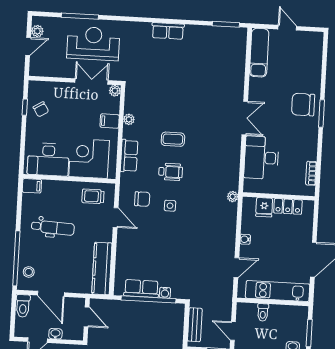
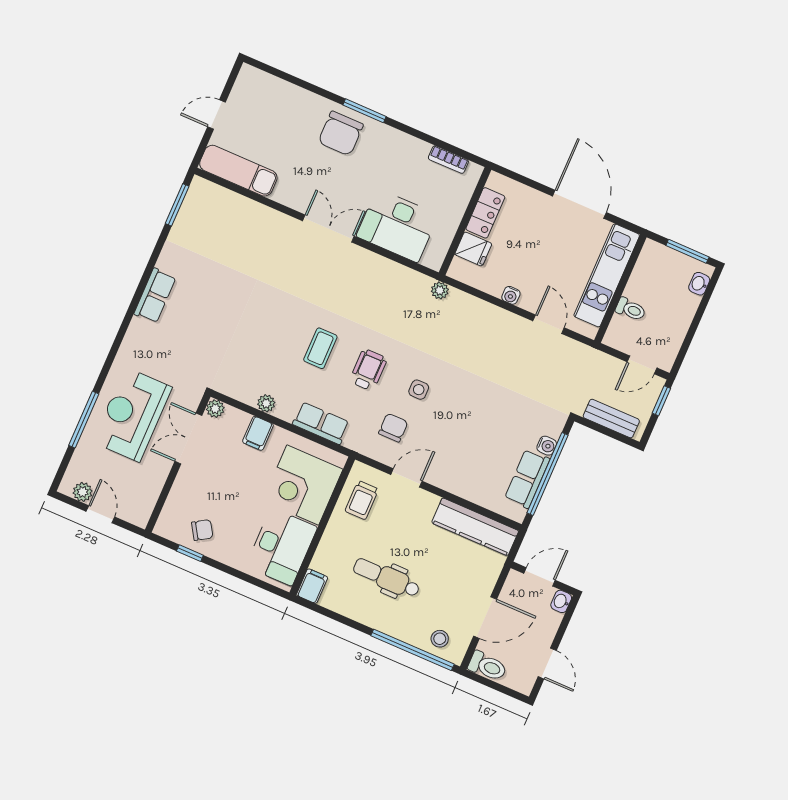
dental chair: (53, 228) -> (386, 578), turned -93
washbasin: (55, 334) -> (561, 601), moved

